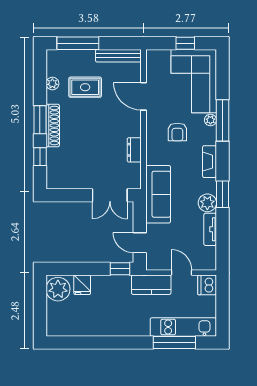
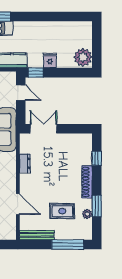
window: (40, 120) -> (97, 206), moved
fridge: (82, 285) -> (50, 60), moved

